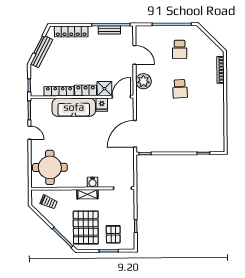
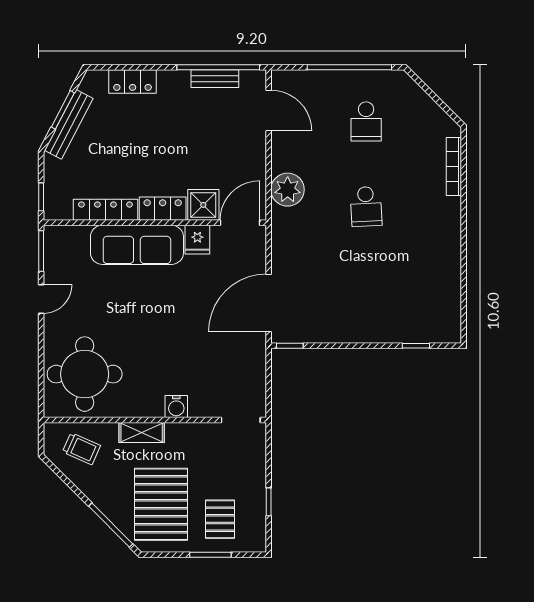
locker: (71, 32) -> (133, 81), width x0.66
door: (134, 55) -> (269, 111), moved
door: (29, 133) -> (41, 299), hinge flipped
shelving: (87, 194) -> (142, 433), moved

